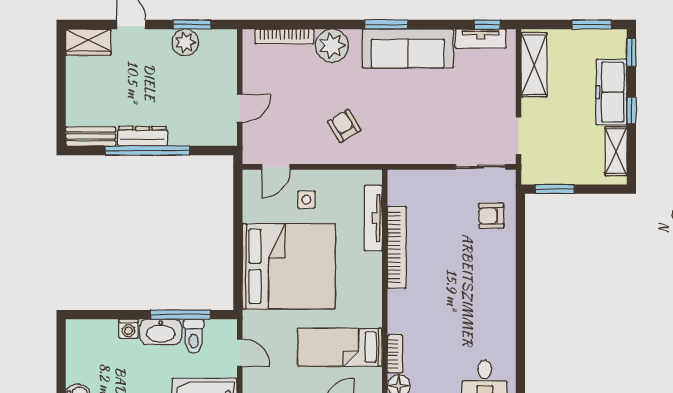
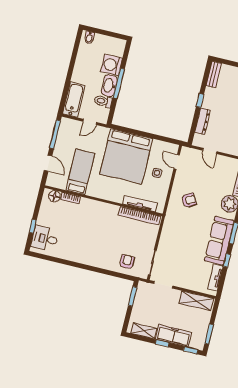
window: (487, 24) -> (227, 260), moved
dresser: (143, 136) -> (202, 121), moved
window: (147, 151) -> (200, 100), width x0.32
bookcase: (397, 247) -> (139, 216), moved
window: (180, 315) -> (119, 83), moved
washing machine: (128, 329) -> (111, 65), width x1.89, depth x1.89

